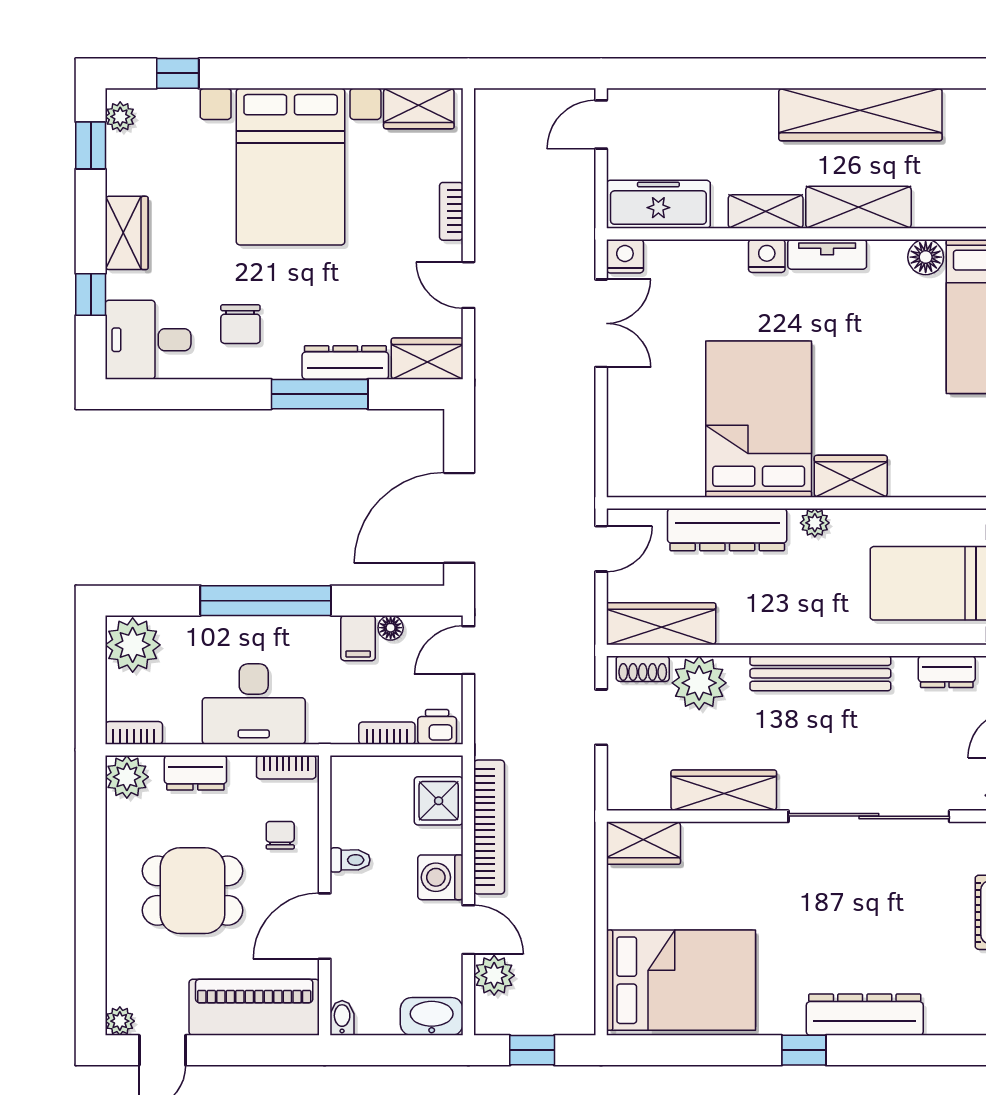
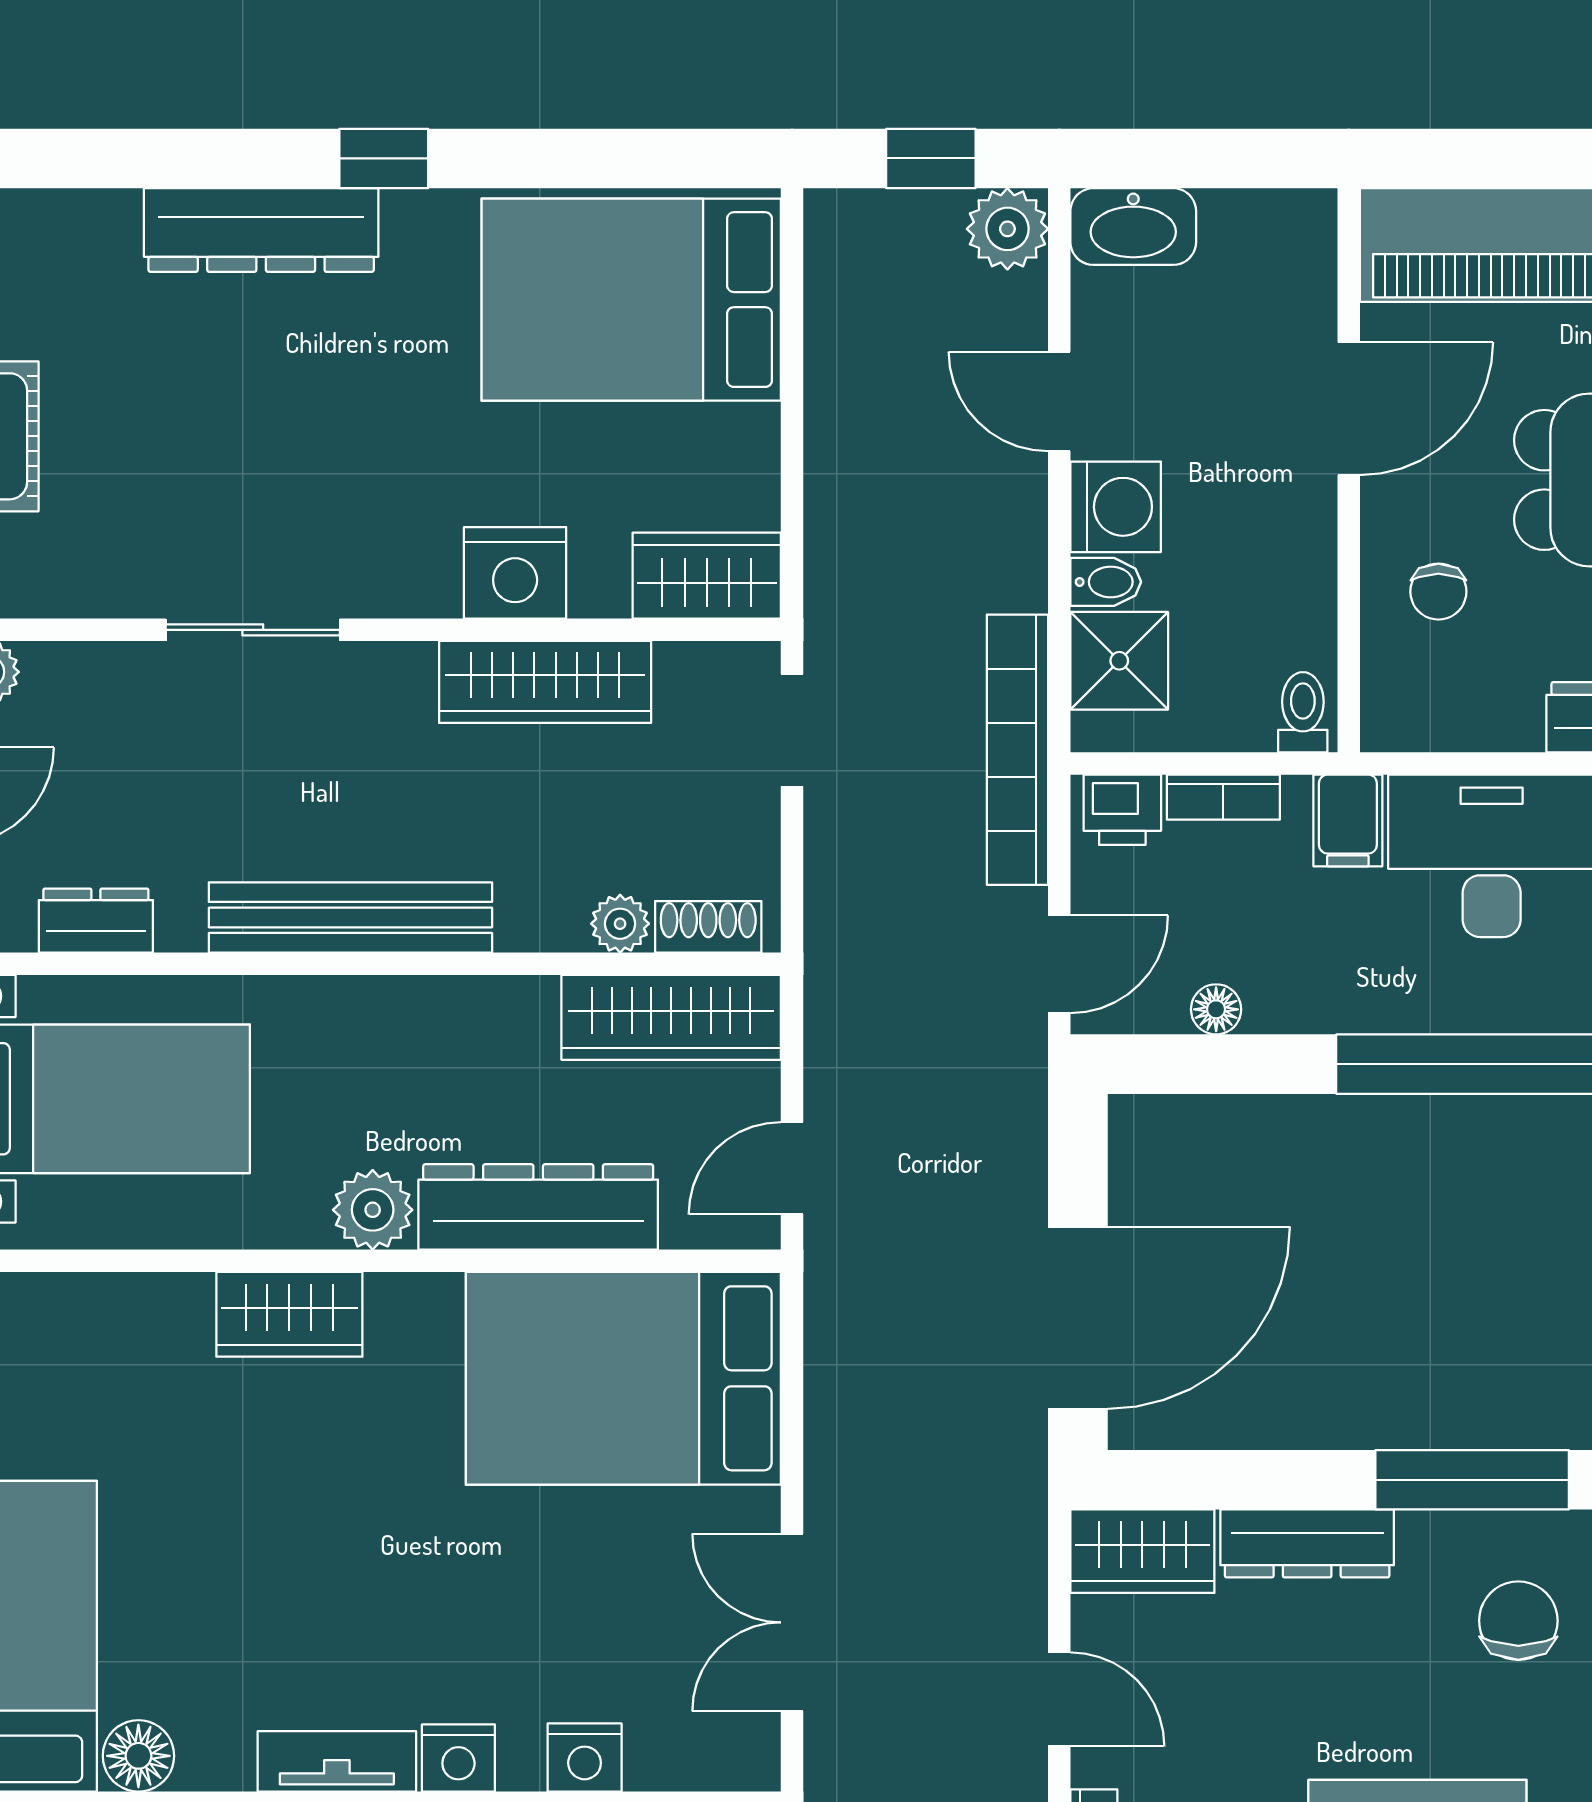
nightstand: (625, 256) -> (585, 1757), moved
window: (320, 394) -> (1472, 1480), moved
bed: (759, 419) -> (623, 1378), moved, turned 90
door: (459, 518) -> (1078, 1318), moved
plant: (815, 523) -> (373, 1210), width x1.38, depth x1.38
filing cabinet: (358, 638) -> (1348, 820), moved, turned 180
plant: (699, 683) -> (620, 924), width x0.53, depth x0.53
doorway: (601, 717) -> (792, 730), moved
bookcase: (286, 767) -> (1426, 728), removed
sliding door: (869, 816) -> (253, 630), width x0.54
bookcase: (489, 827) -> (1018, 750), moved
nightstand: (739, 844) -> (515, 573), added
toilet: (350, 860) -> (1303, 712), moved, turned 90
plant: (494, 975) -> (1007, 229), moved
bidet: (342, 1018) -> (1106, 582), moved, turned -90

